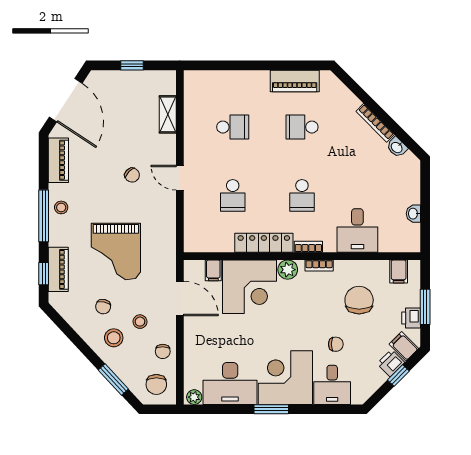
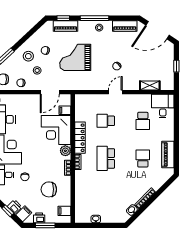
school desk: (302, 195) -> (106, 158), width x1.85
desk: (357, 230) -> (163, 106), moved, turned 90
chair: (359, 300) -> (49, 189), turned 180

